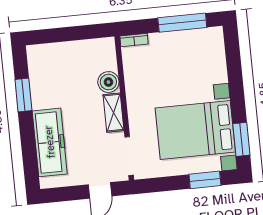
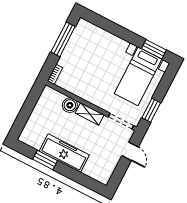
bed with nightstands: (195, 130) -> (138, 76), width x0.73
freezer: (50, 142) -> (64, 153), moved
window: (205, 180) -> (151, 110), moved

